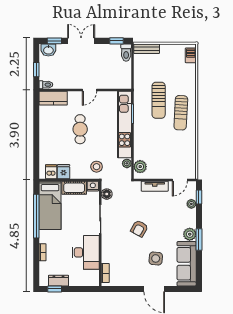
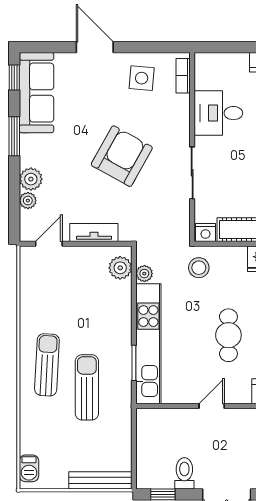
bench: (147, 49) -> (100, 480), width x1.36
toilet: (126, 53) -> (184, 473), moved
floor lamp: (107, 194) -> (180, 218), removed
window: (199, 197) -> (14, 77), moved
armchair: (139, 229) -> (122, 156), width x1.88, depth x1.88
plant: (190, 234) -> (31, 179), moved
desk: (86, 252) -> (218, 113), width x0.73
side table: (156, 258) -> (142, 78), moved

